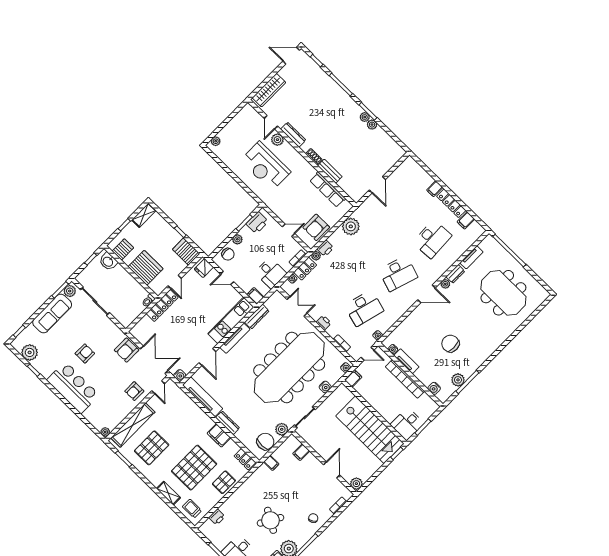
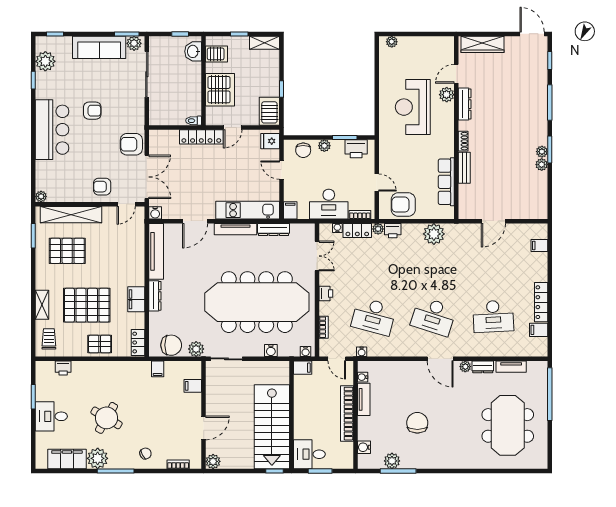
filing cabinet: (435, 189) -> (539, 245), moved
desk: (271, 273) -> (329, 204), width x1.37

